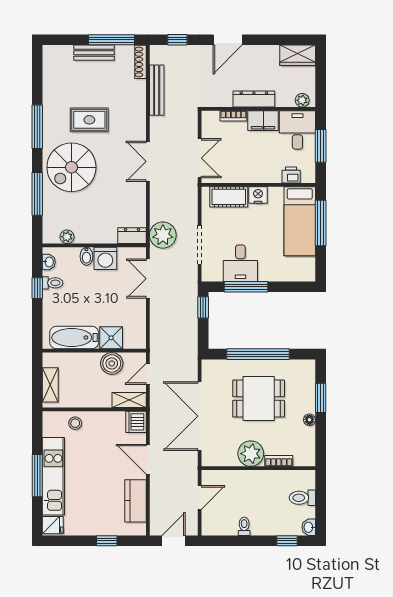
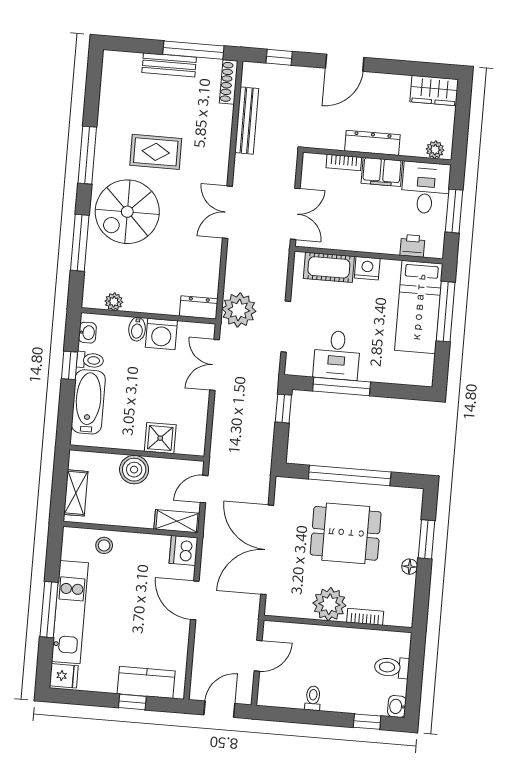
bathtub: (74, 338) -> (88, 402), moved, turned 90
boiler: (112, 363) -> (134, 470), moved
kitchen counter: (135, 501) -> (146, 682), moved, turned 90

